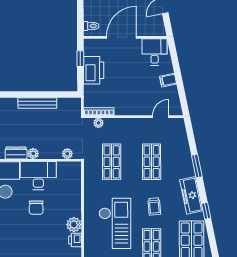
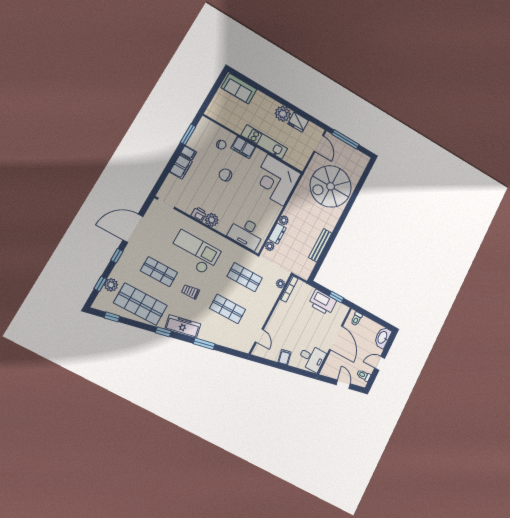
dresser: (16, 153) -> (277, 234), moved
desk: (38, 176) -> (246, 233), moved, turned 90
chair: (36, 208) -> (225, 175), moved
checkout: (115, 223) -> (194, 253), turned 180

